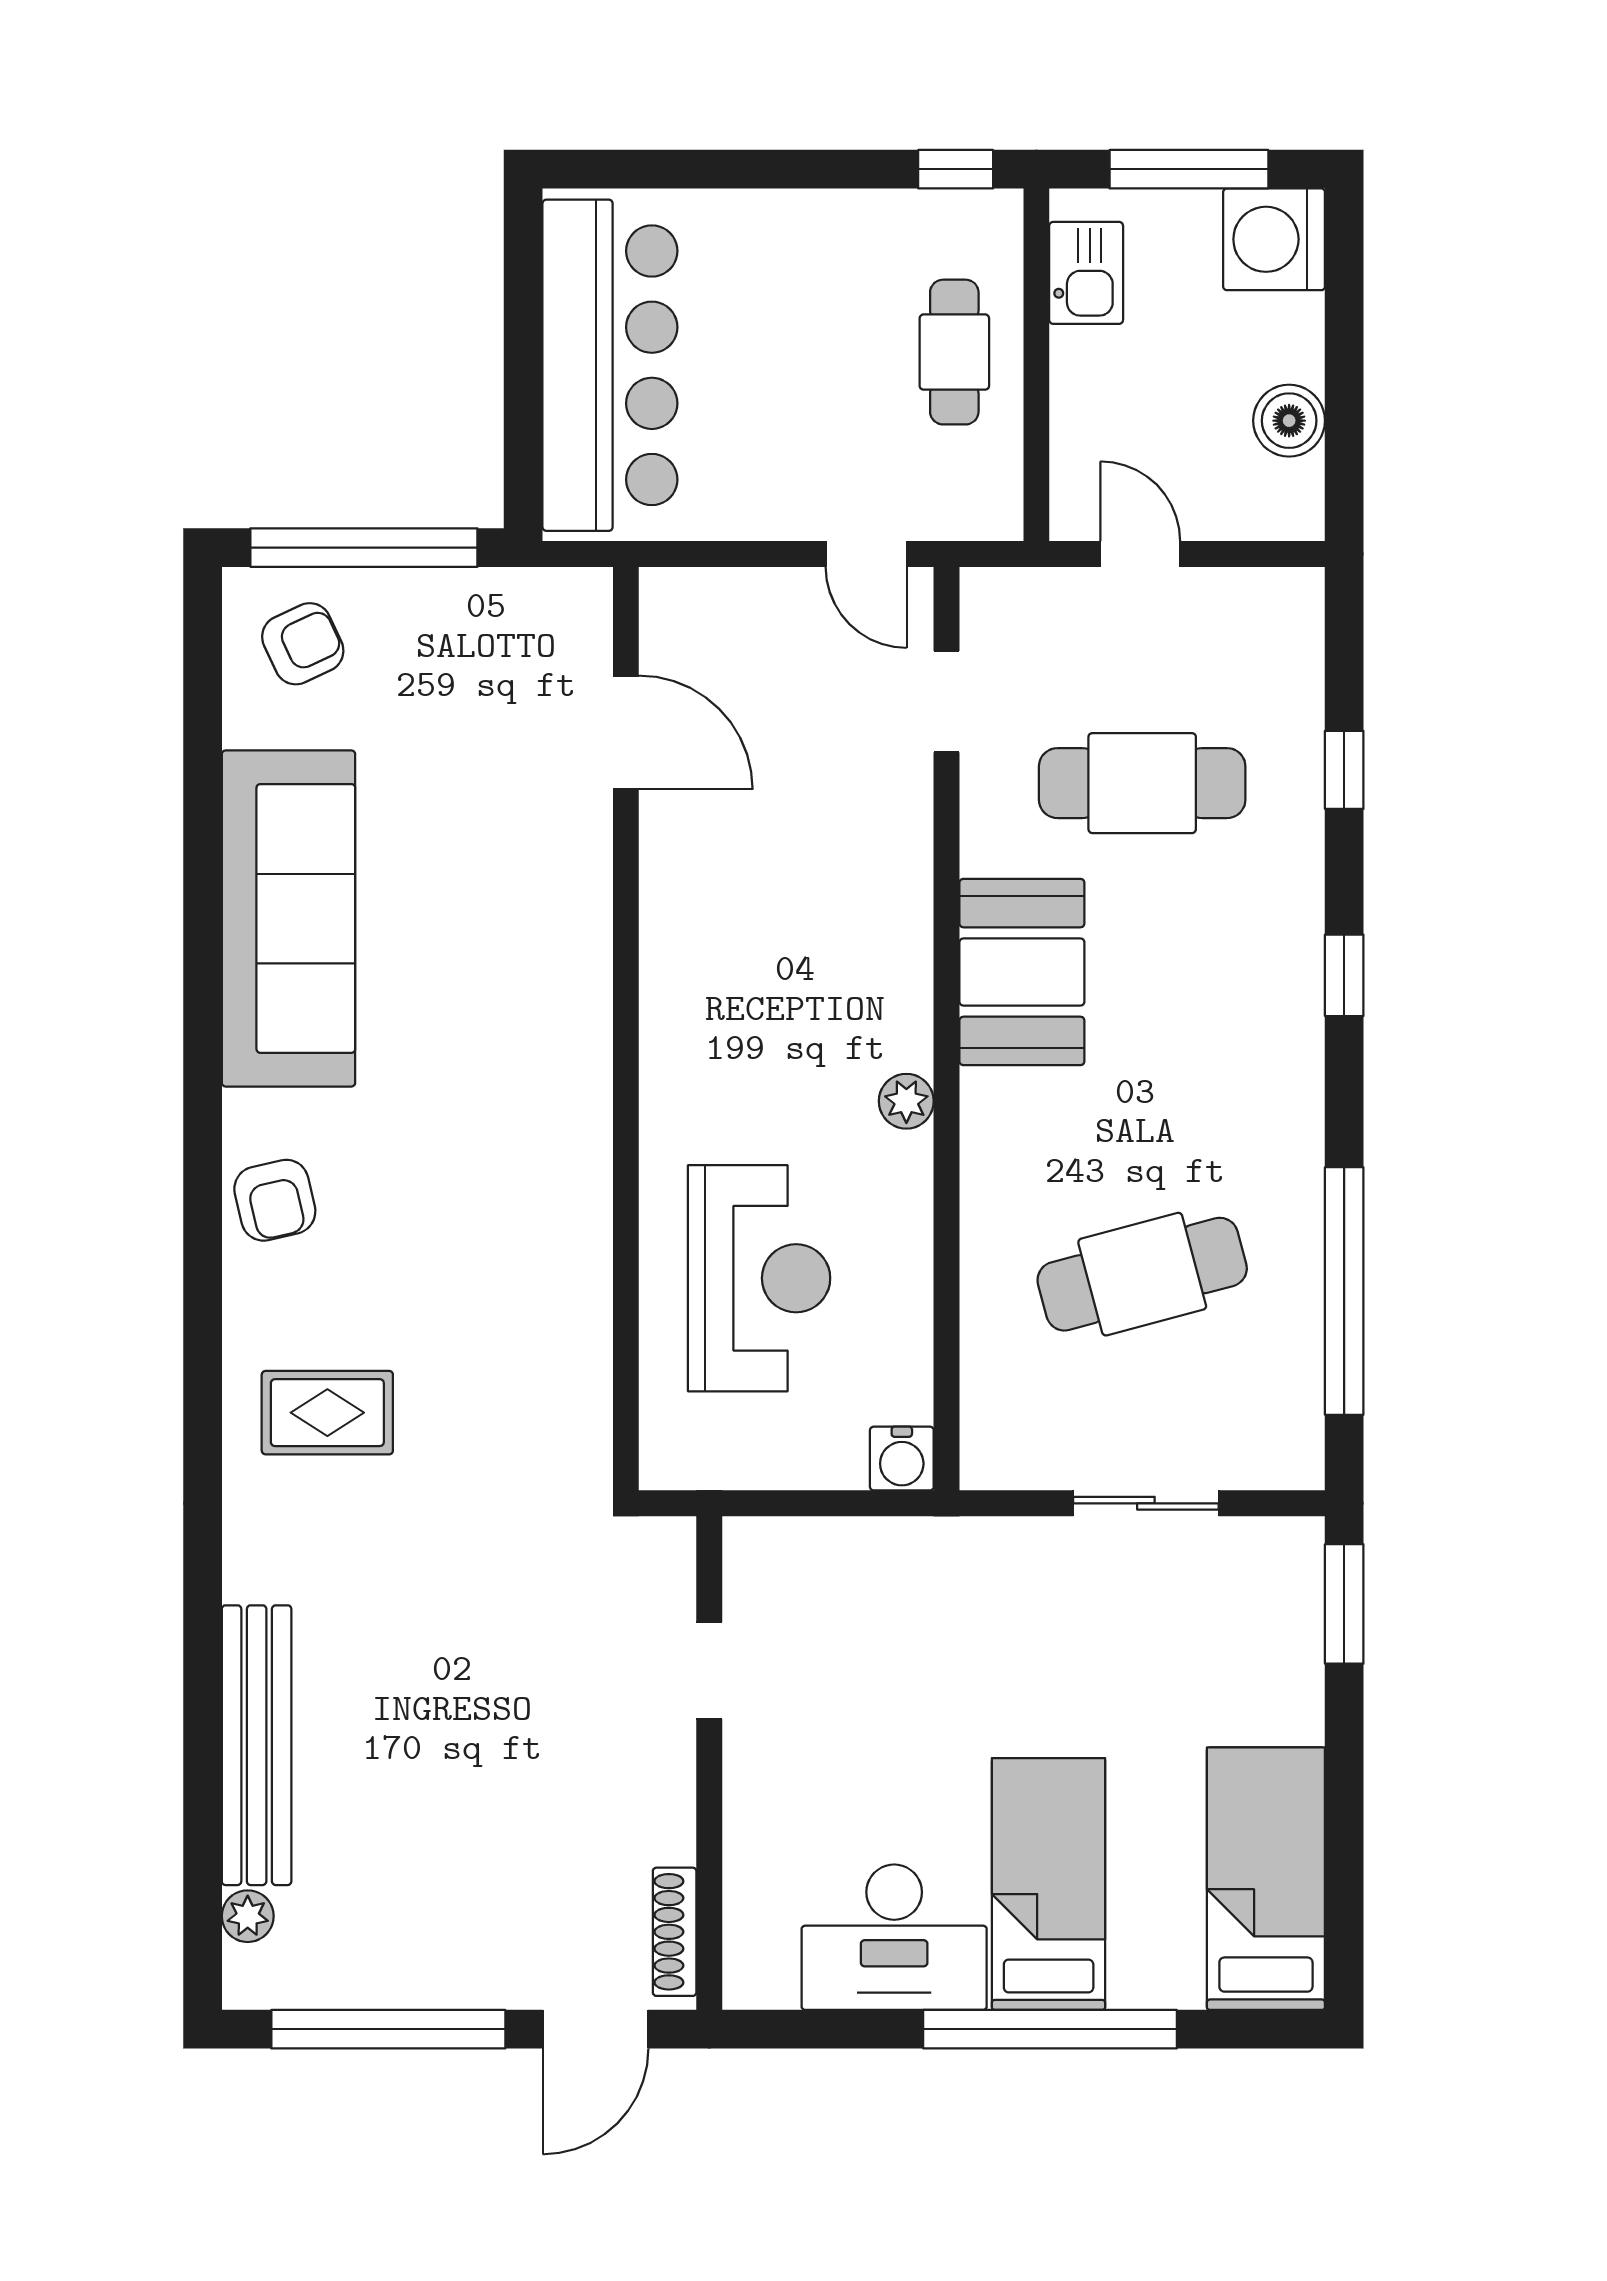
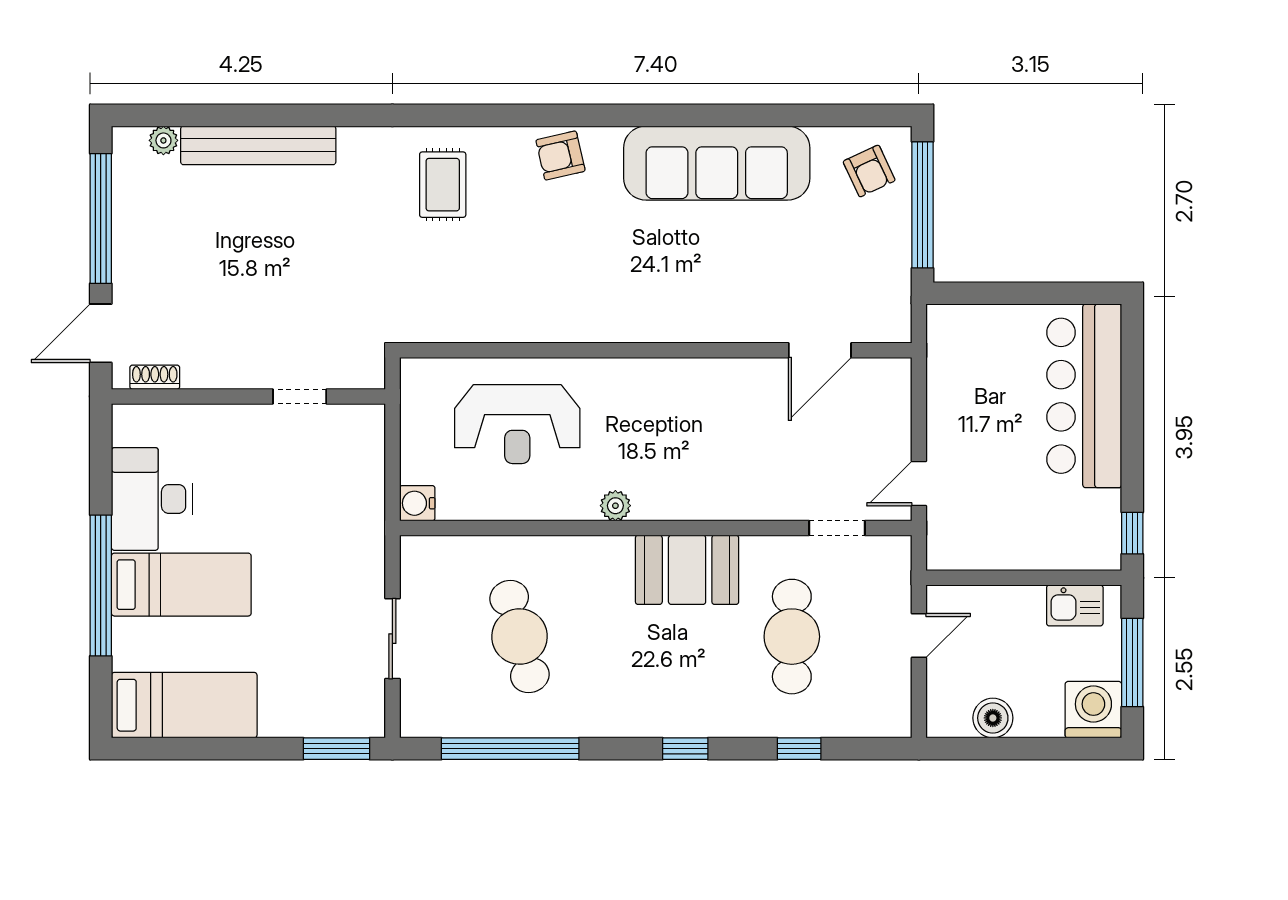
cafe table: (954, 352) -> (1031, 532), removed
bar counter: (610, 365) -> (1084, 396), moved, turned 90
shoe rack: (675, 1932) -> (155, 377), width x0.70
door: (595, 2029) -> (101, 333), hinge flipped

